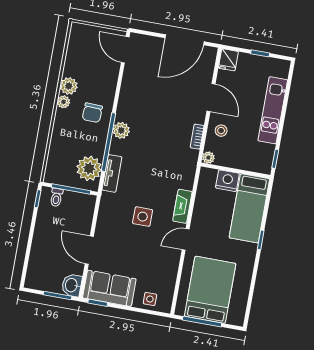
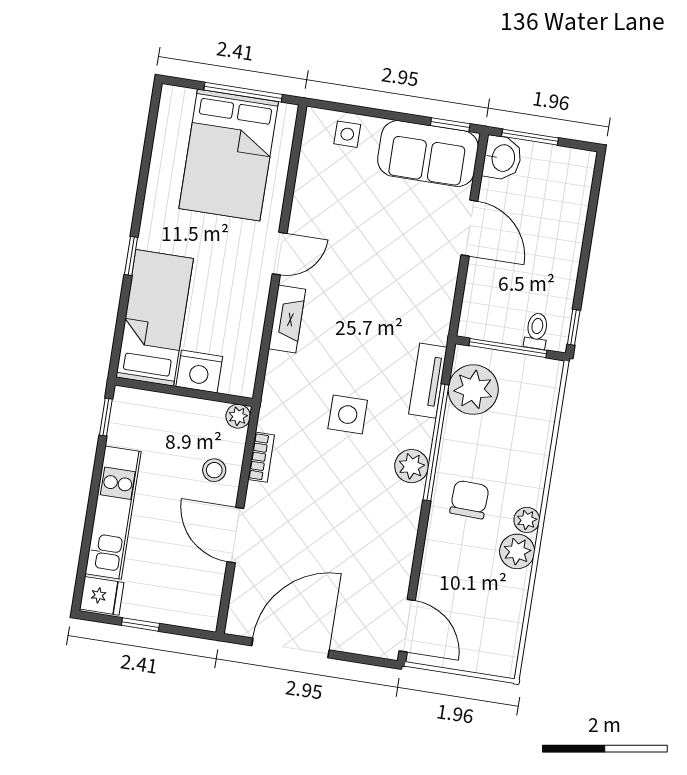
fridge: (228, 60) -> (102, 596), moved, turned 90
side table: (143, 217) -> (348, 415), moved

